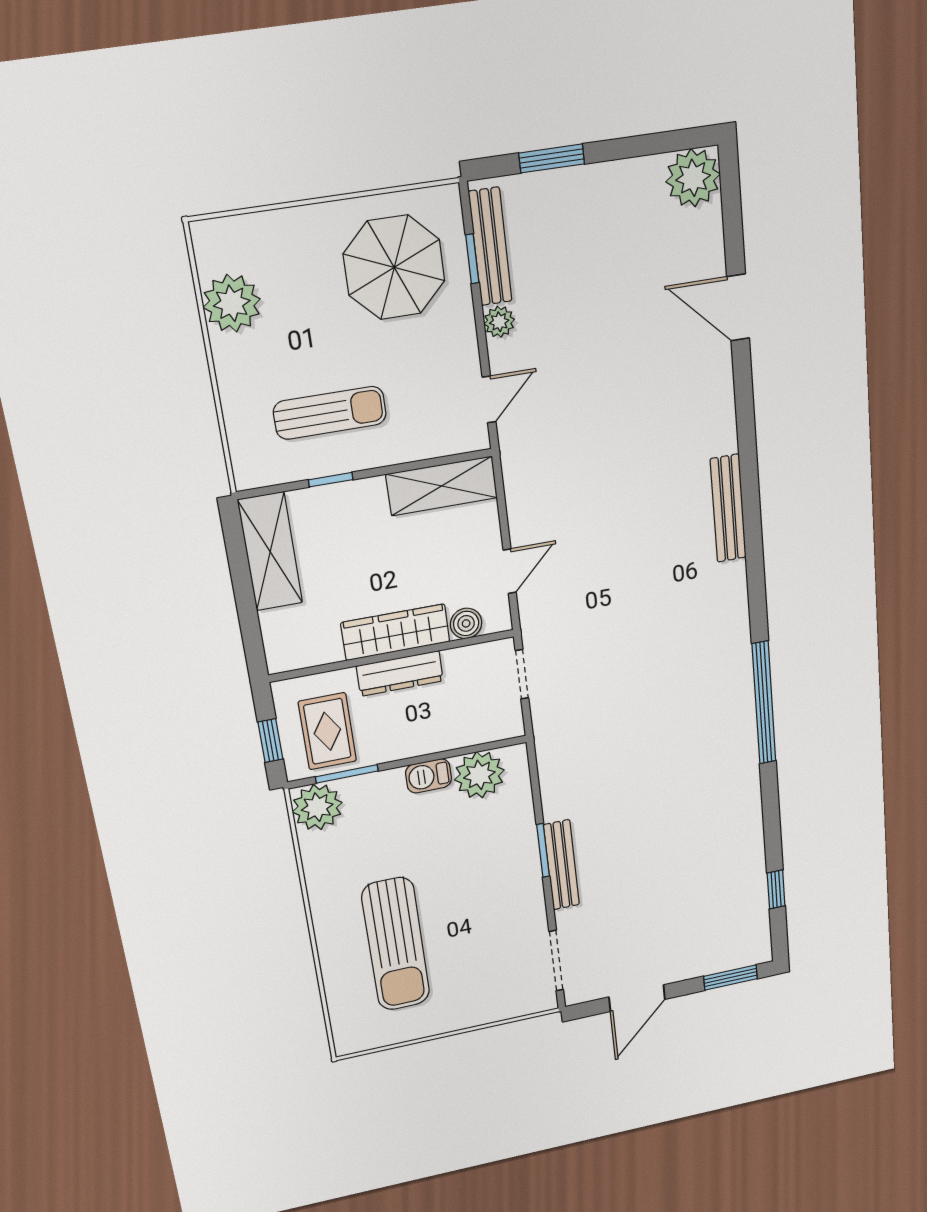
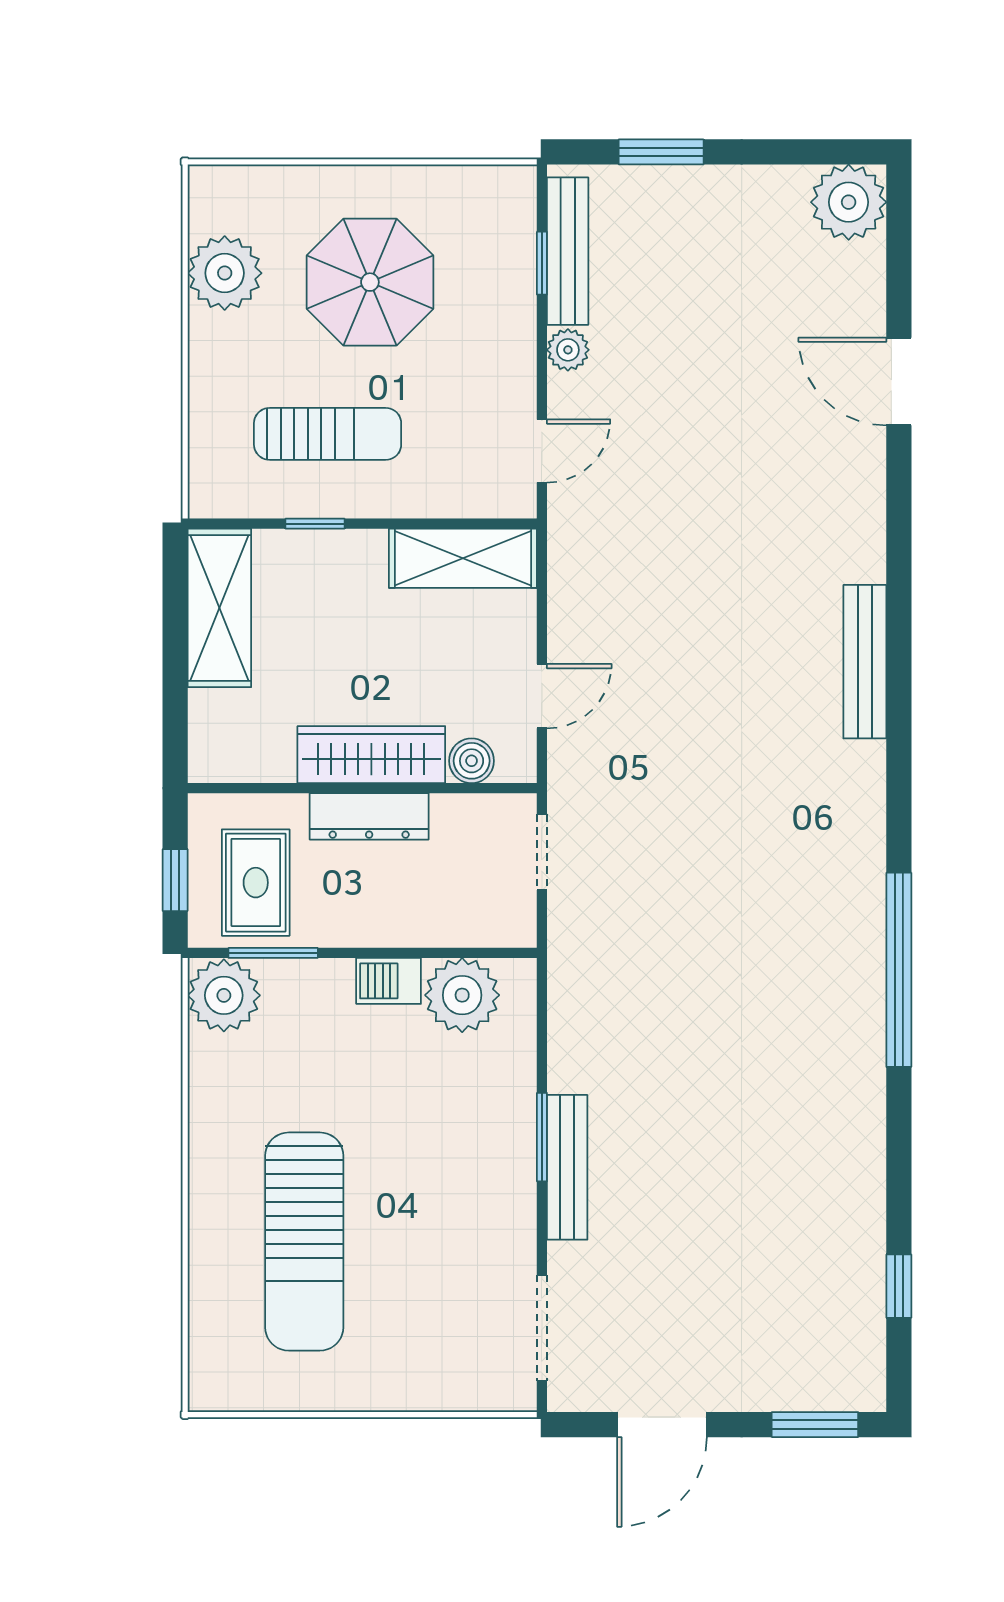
parasol: (394, 267) -> (370, 282), moved

